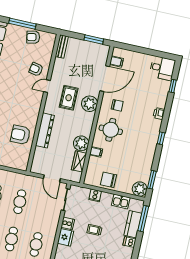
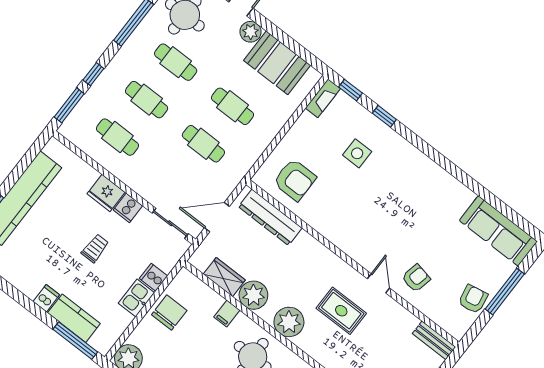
plant: (90, 104) -> (289, 322), moved
dresser: (45, 130) -> (270, 217), moved
armchair: (20, 135) -> (295, 180), moved, turned 90
kitchen sink: (121, 201) -> (136, 298), moved

